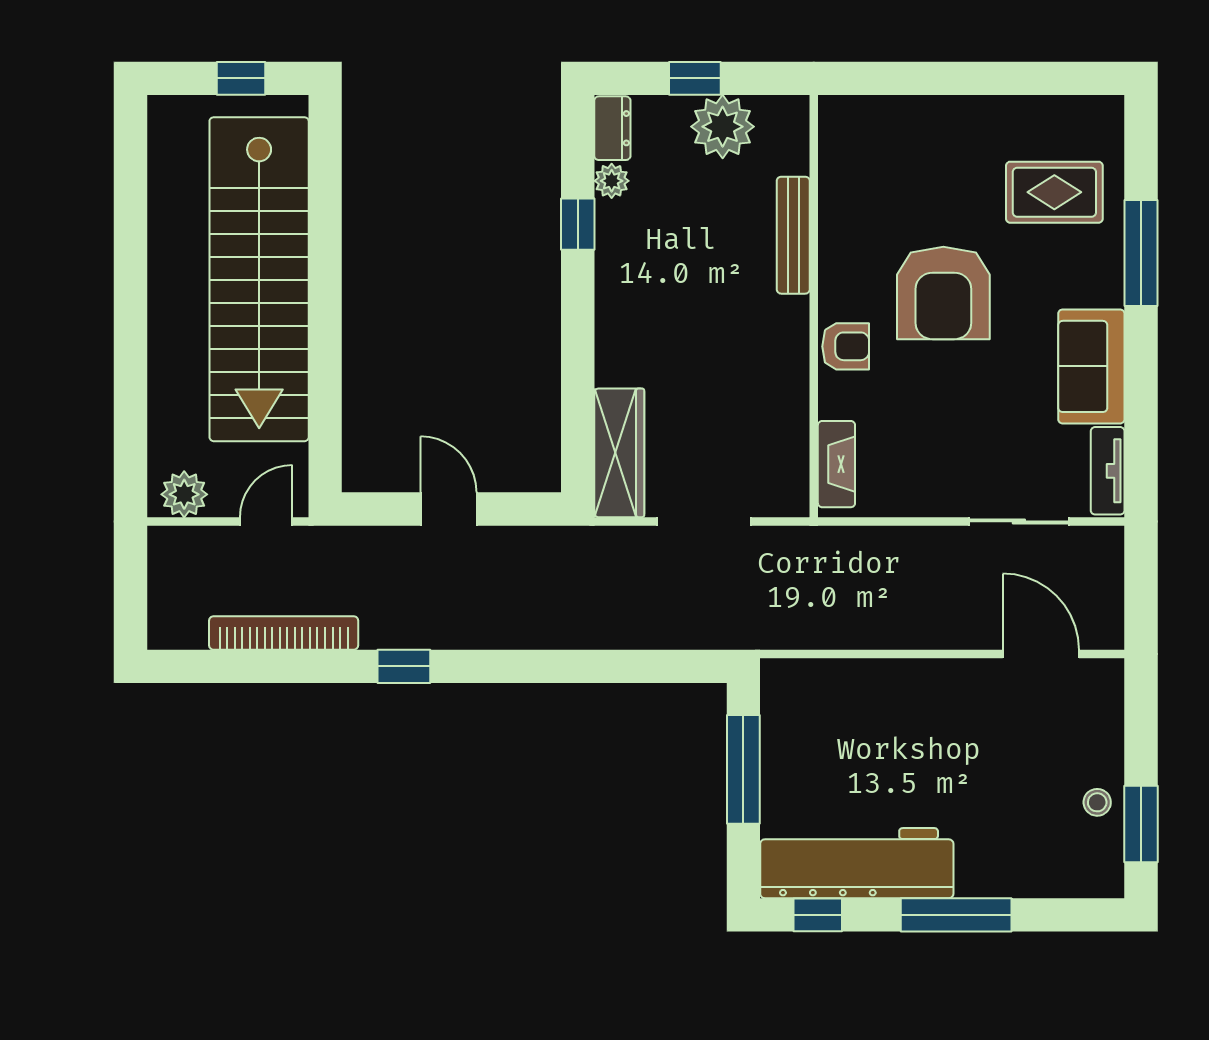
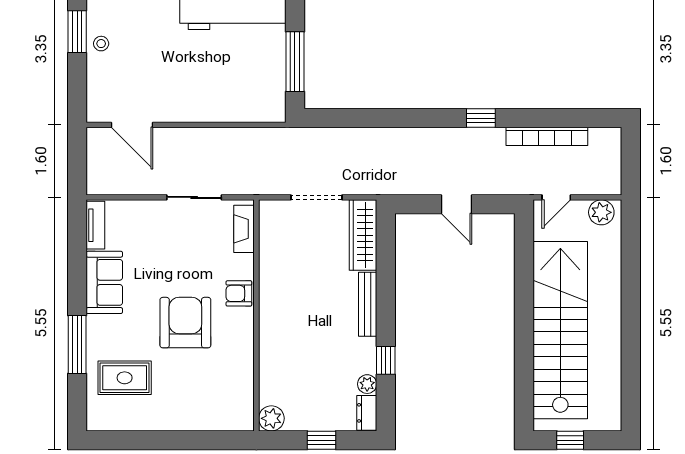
plant: (723, 127) -> (271, 418), moved, width x0.73, depth x0.73
bench: (793, 235) -> (368, 304), moved
sliding door: (1019, 521) -> (194, 197), moved

